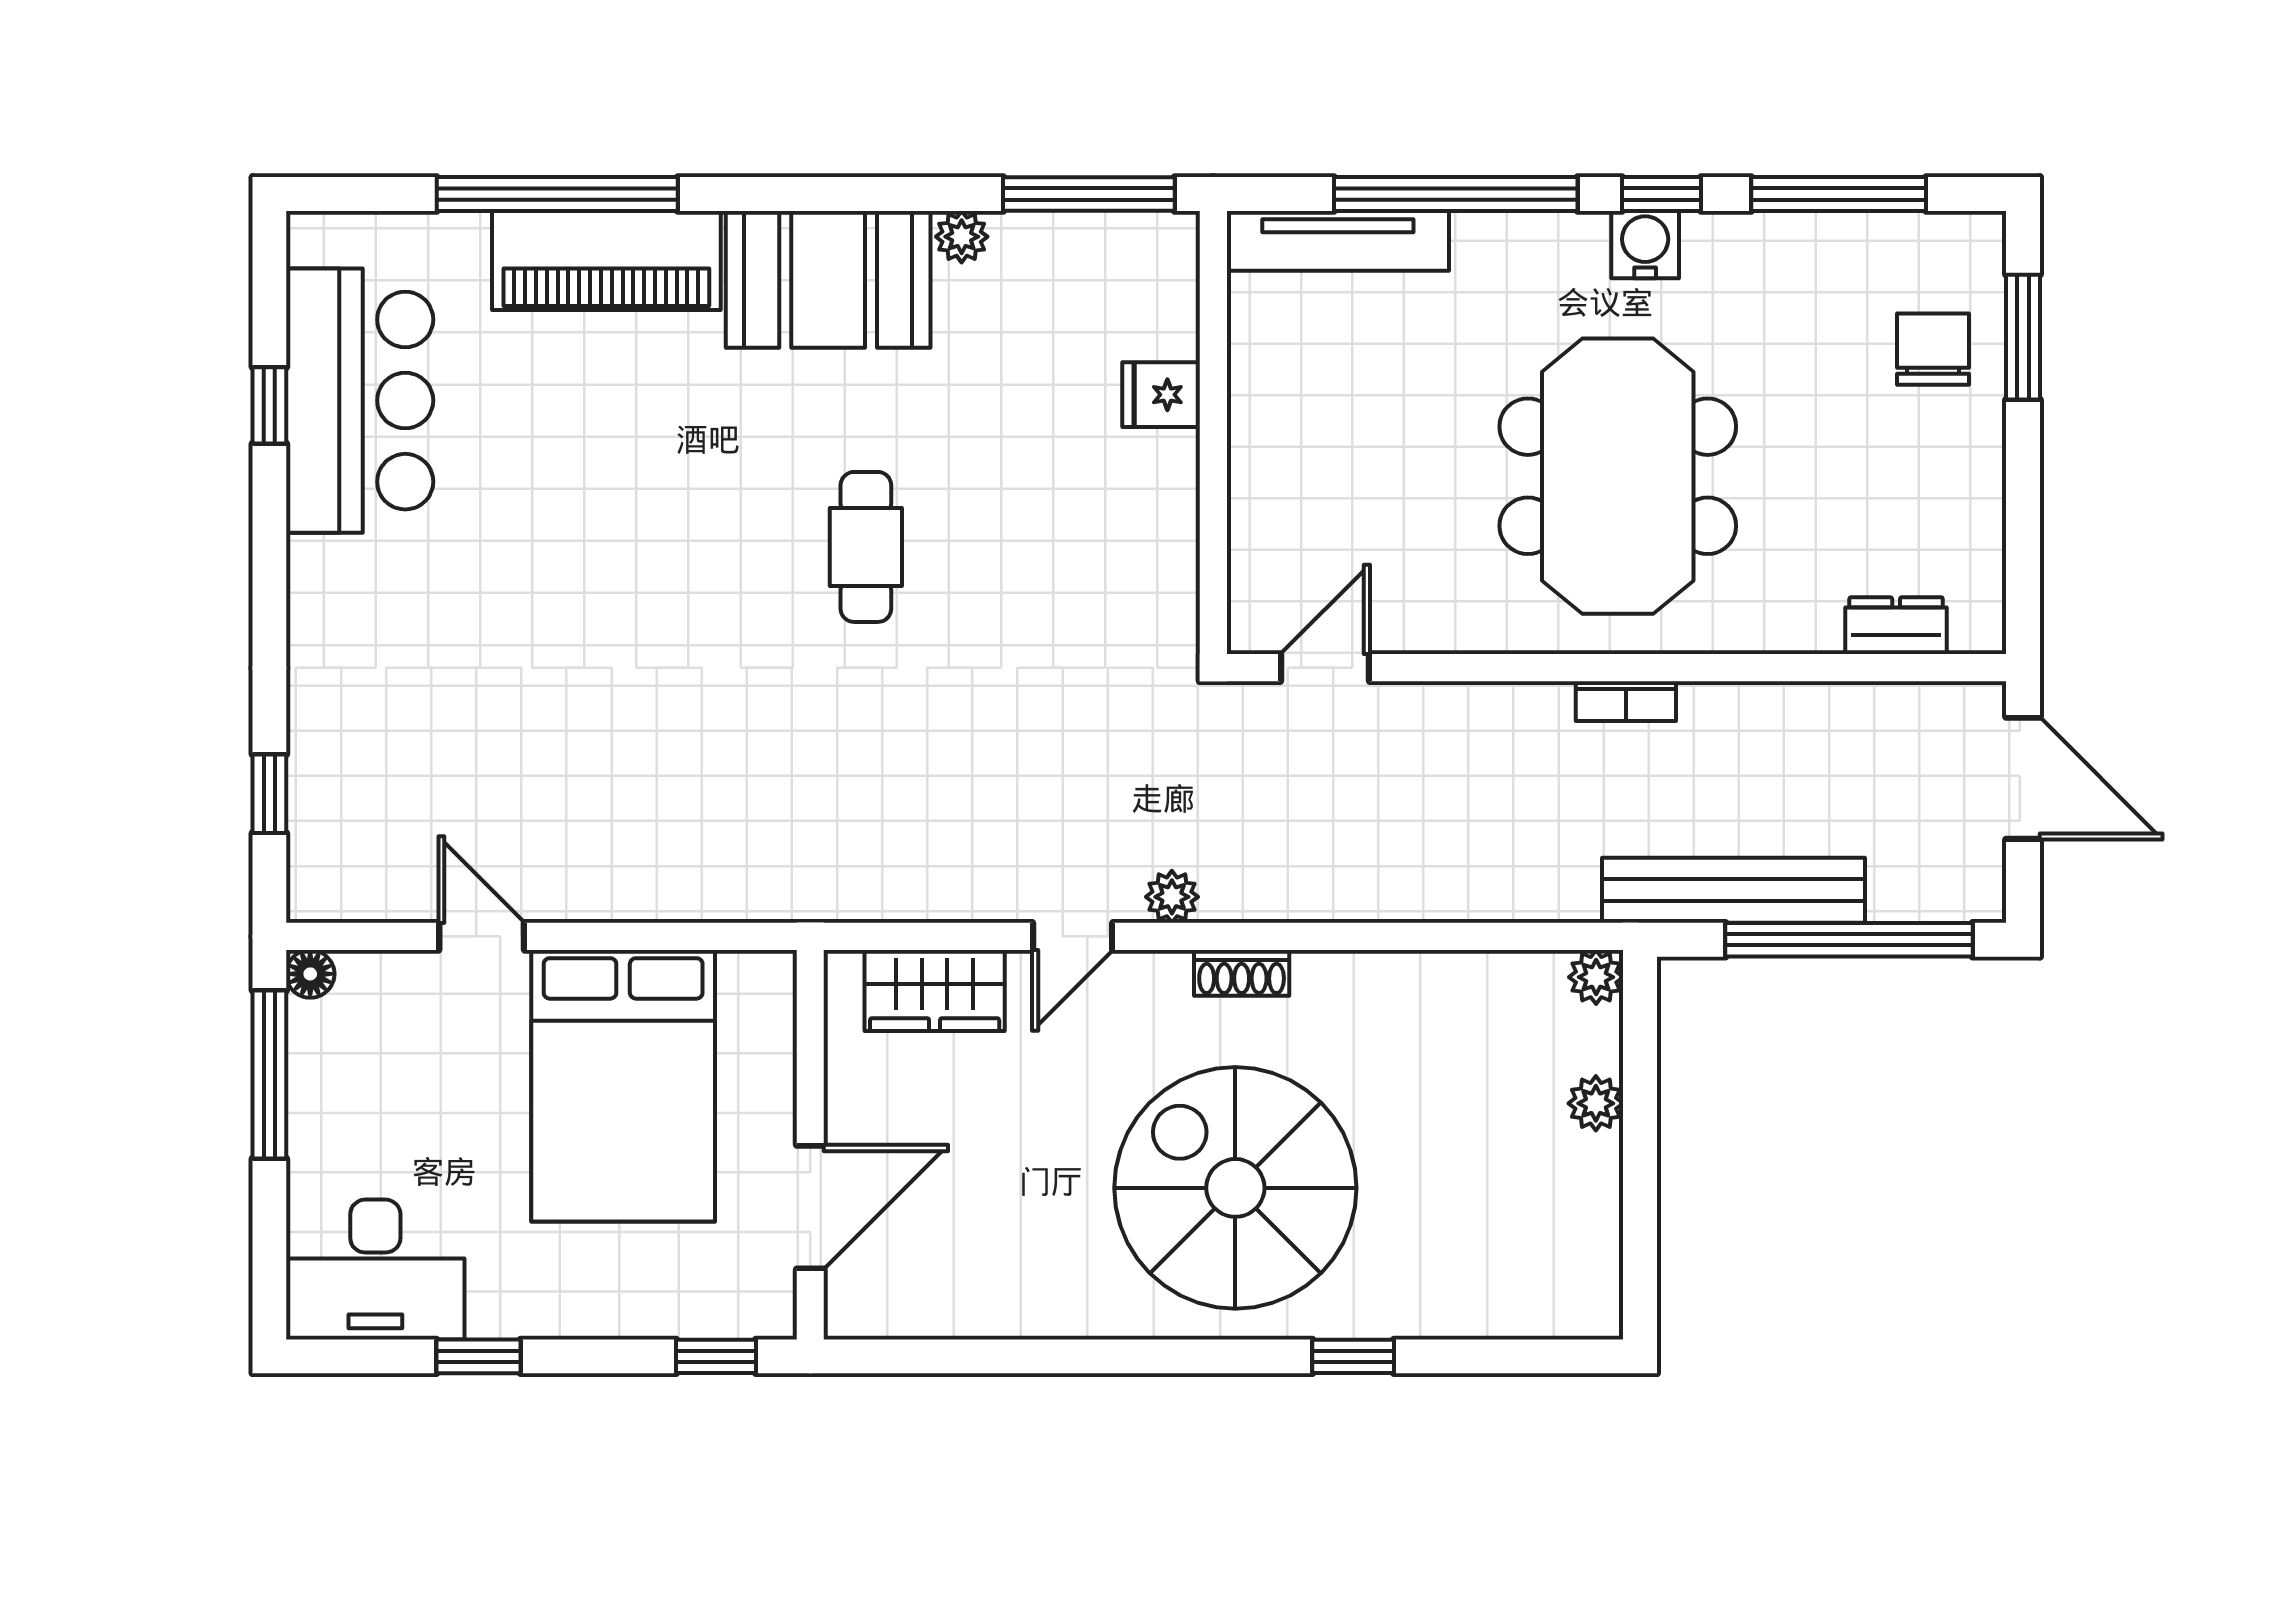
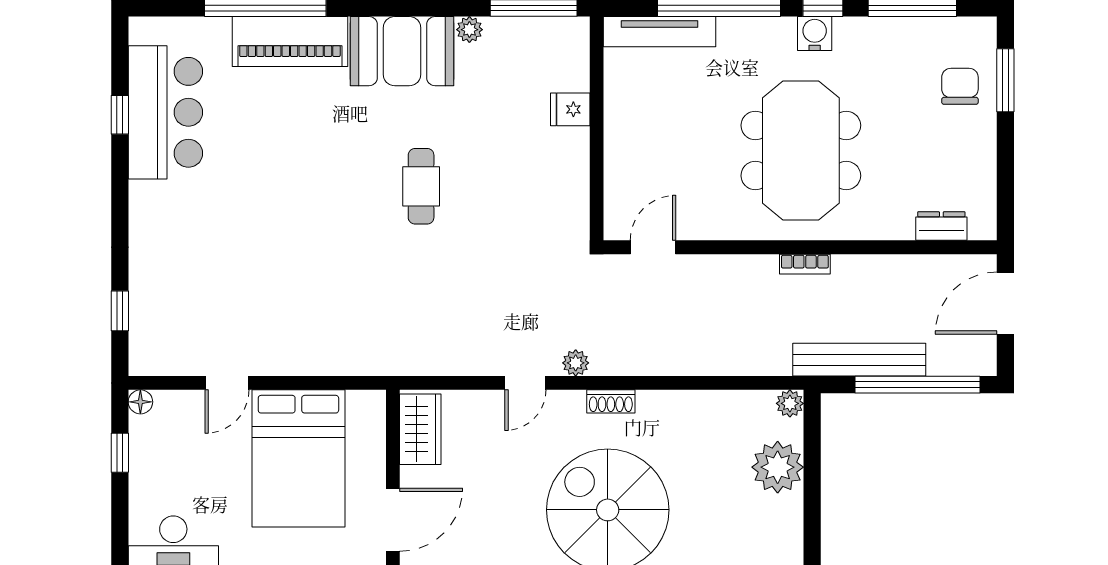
door: (2023, 778) -> (1005, 303), swing flipped
door: (482, 936) -> (227, 383), swing flipped
wardrobe: (935, 990) -> (420, 429), moved, turned -90
window: (269, 1075) -> (120, 453), width x0.46
plant: (1596, 1103) -> (778, 467), width x1.87, depth x1.87

